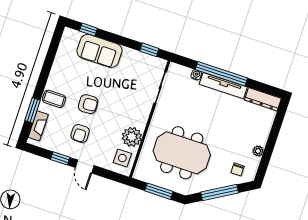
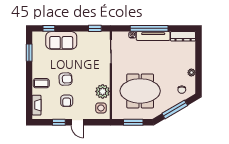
window: (32, 110) -> (29, 53), moved

